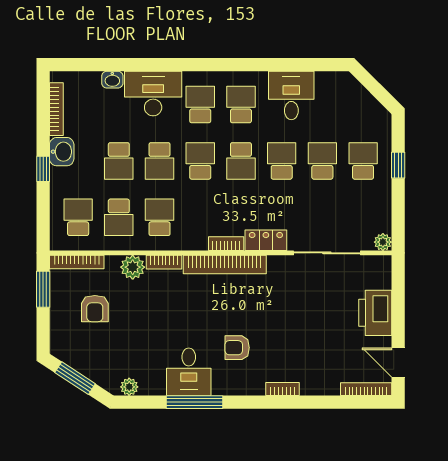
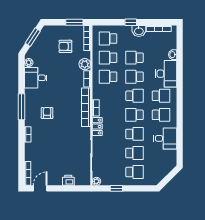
window: (398, 165) -> (116, 188), moved
school desk: (78, 217) -> (108, 39), turned 180
school desk: (160, 217) -> (108, 77), turned 180
printer: (375, 313) -> (68, 180), width x0.53, depth x0.68
desk: (189, 372) -> (36, 78), moved
window: (195, 402) -> (22, 107), moved

